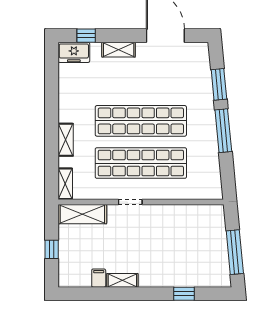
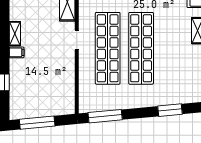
window: (223, 131) -> (105, 116), moved
filing cabinet: (99, 278) -> (17, 52), moved

